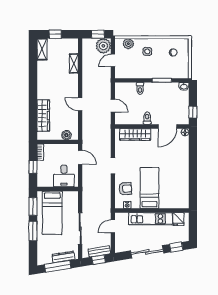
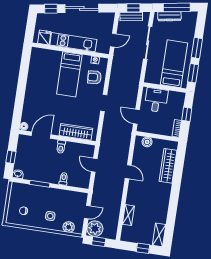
window: (193, 112) -> (11, 157), moved

